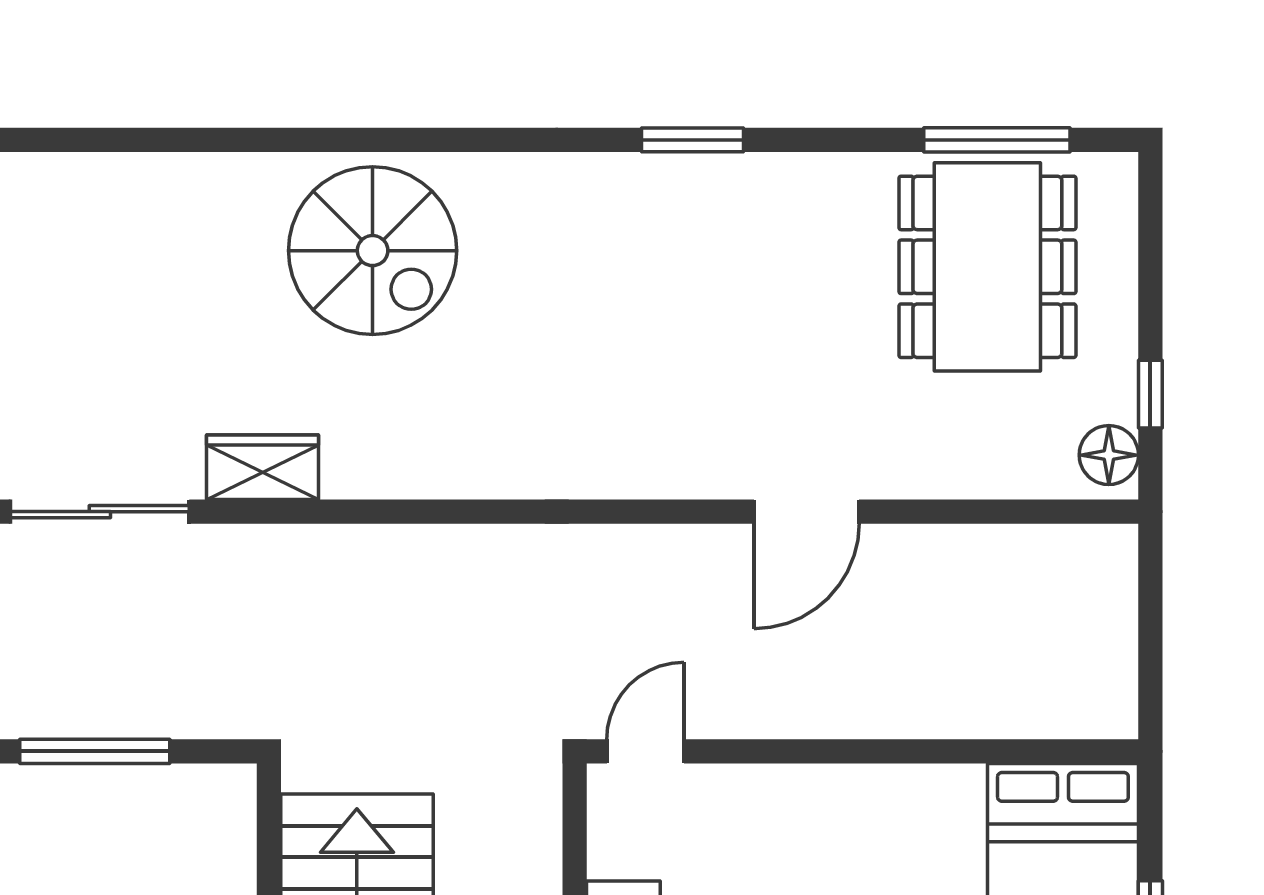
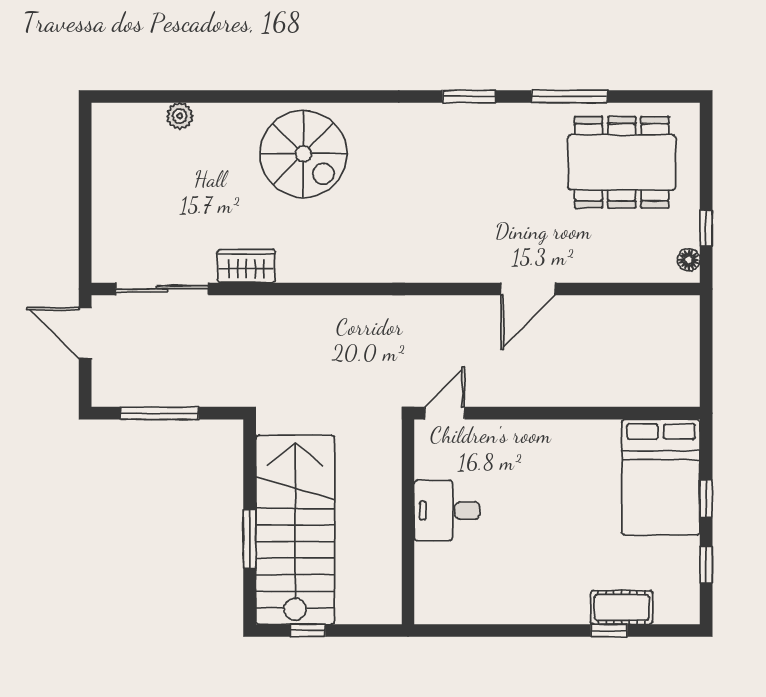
window: (997, 140) -> (569, 96), moved
plant: (134, 177) -> (180, 116), added
dining table: (987, 267) -> (622, 162), turned 90
floor lamp: (1109, 455) -> (689, 260), width x0.73, depth x0.73

